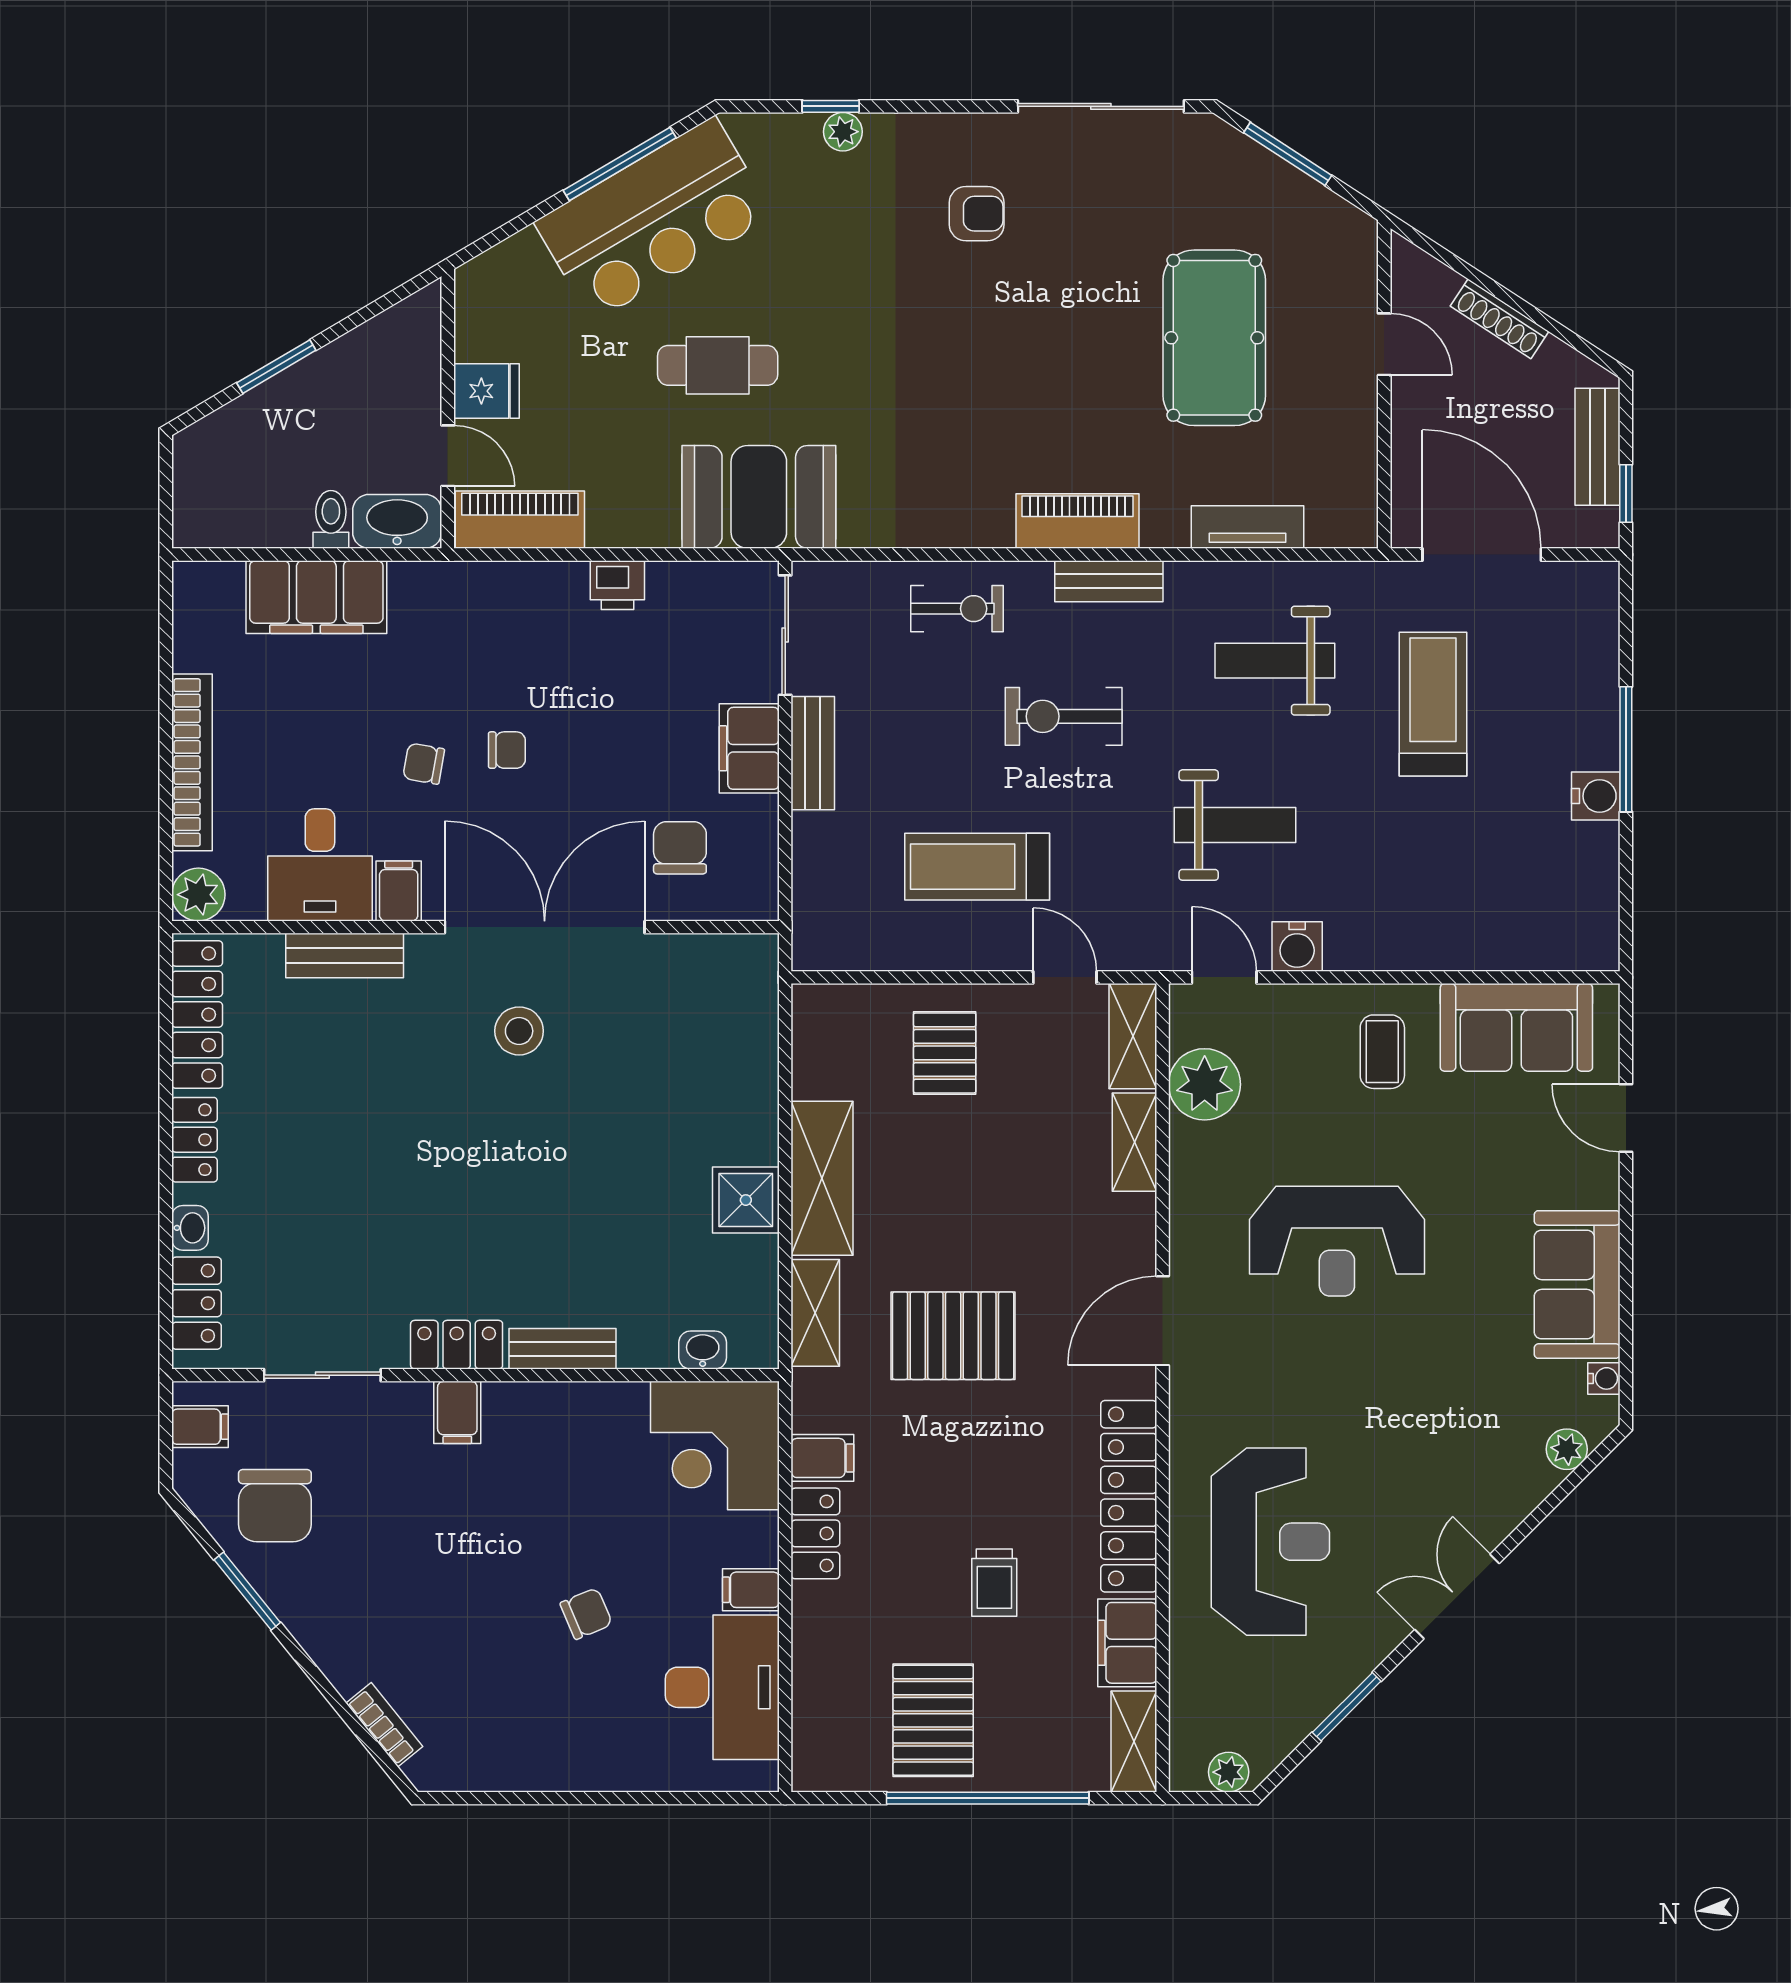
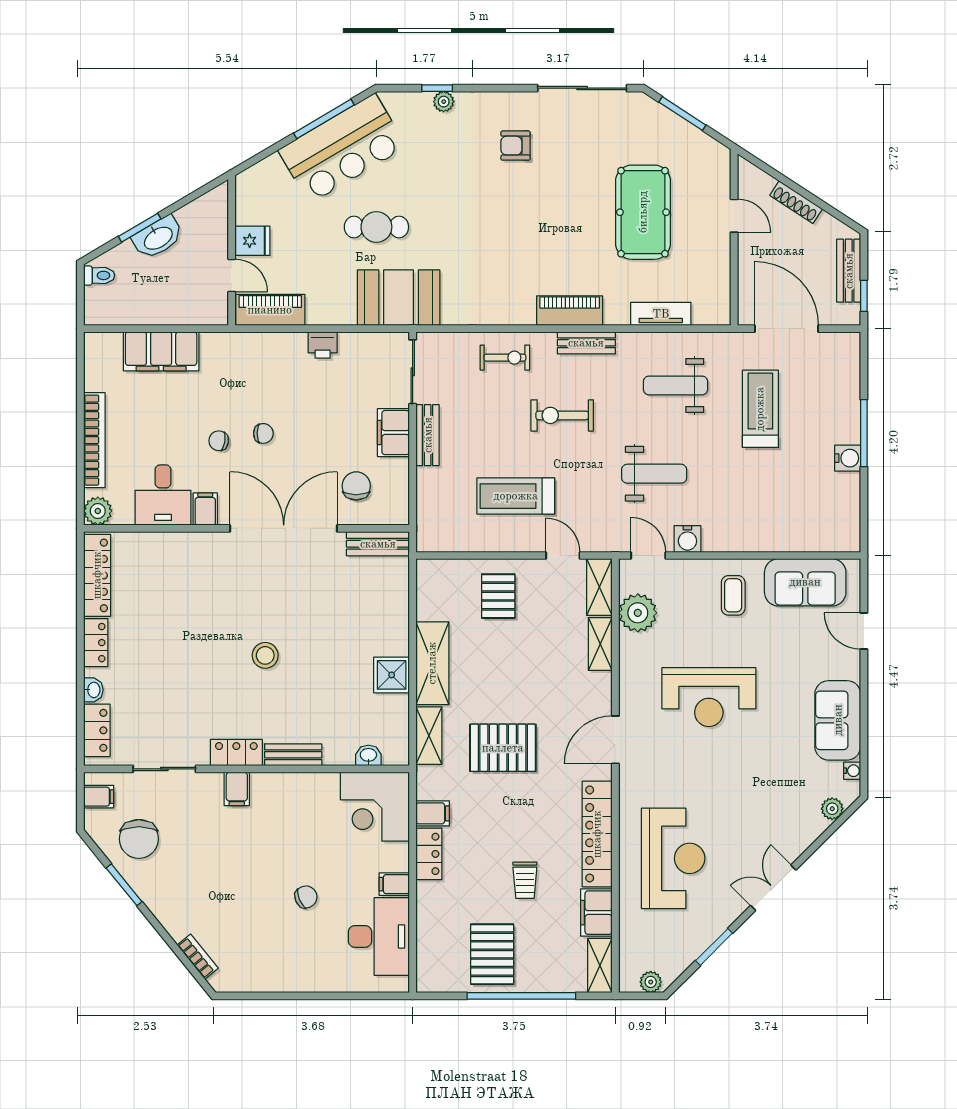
armchair: (977, 214) -> (515, 146), turned 180
toilet: (331, 519) -> (99, 275), moved, turned 90
washbasin: (397, 521) -> (158, 238), moved, turned 149
bench: (345, 956) -> (378, 544), moved
stool: (519, 1031) -> (265, 655), moved

